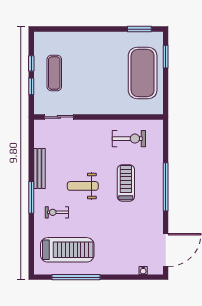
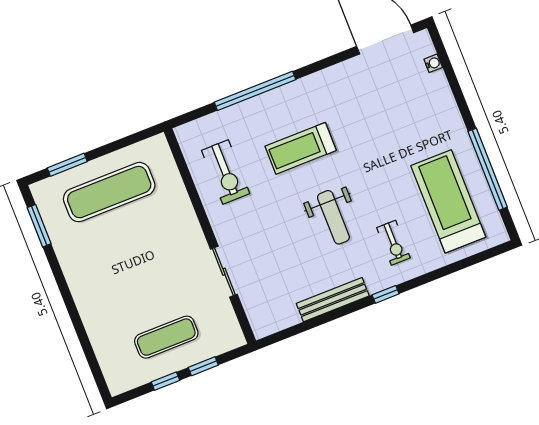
exercise mat: (143, 73) -> (109, 192), width x0.68
sliding door: (59, 117) -> (224, 272), moved
exercise bike: (129, 139) -> (226, 172), turned 180
window: (166, 187) -> (255, 91), moved
window: (31, 197) -> (386, 294), width x0.46

